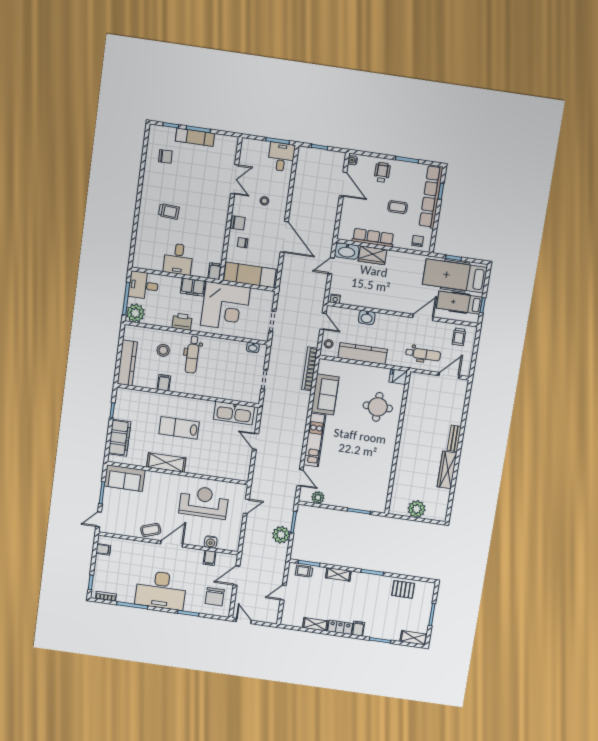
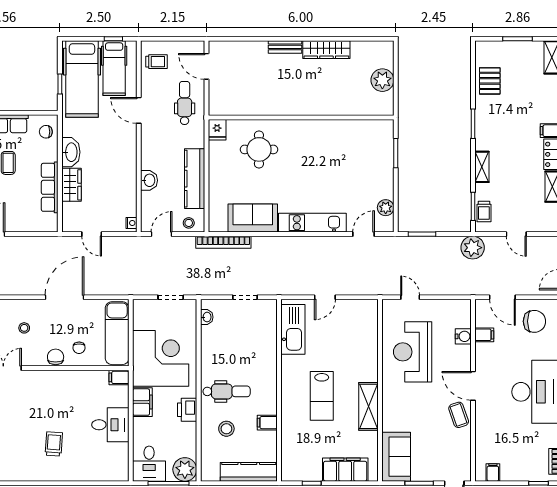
washbasin: (347, 251) -> (71, 152), moved
plant: (281, 535) -> (473, 248), moved

